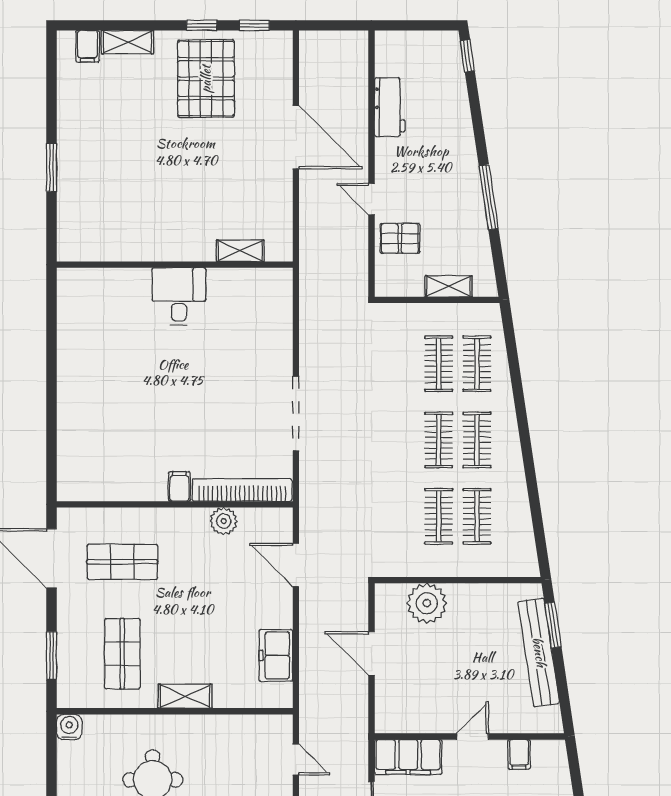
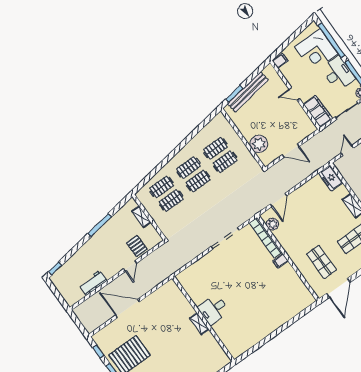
door: (296, 137) -> (127, 308), hinge flipped
shelving: (240, 251) -> (199, 324), moved
plant: (224, 521) -> (273, 224), moved
door: (371, 653) -> (291, 151), hinge flipped
freezer: (276, 656) -> (331, 178), moved, turned 90
filing cabinet: (519, 754) -> (280, 61), moved

